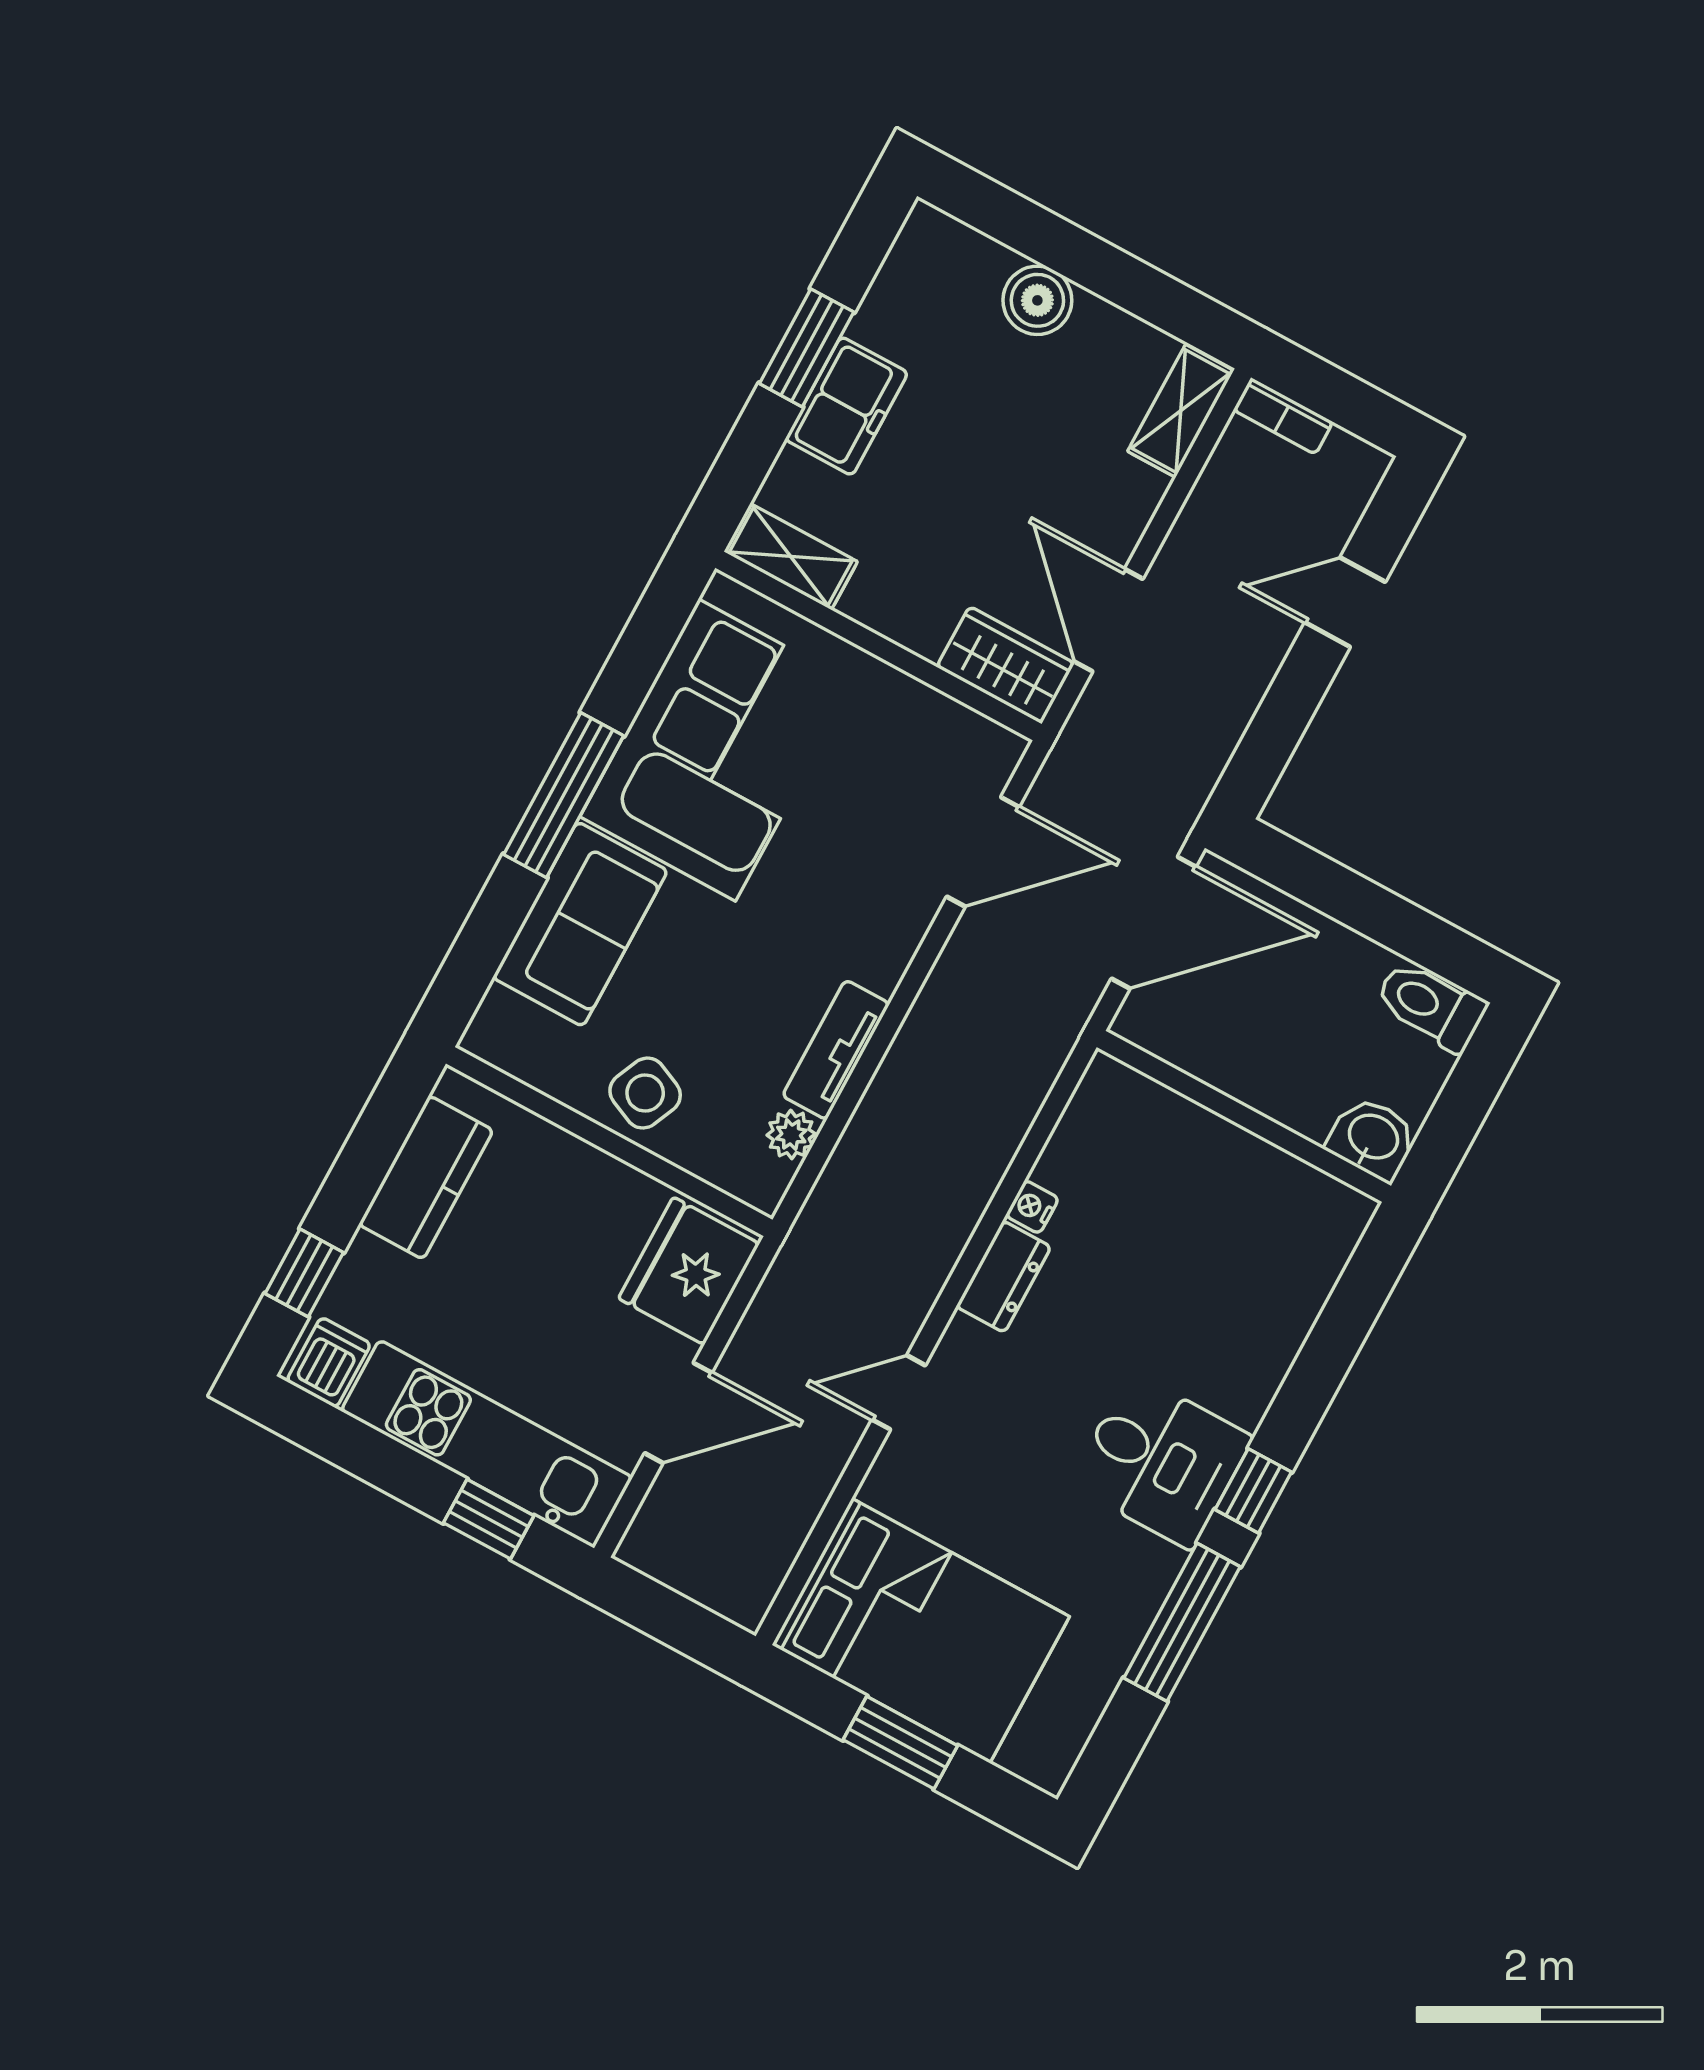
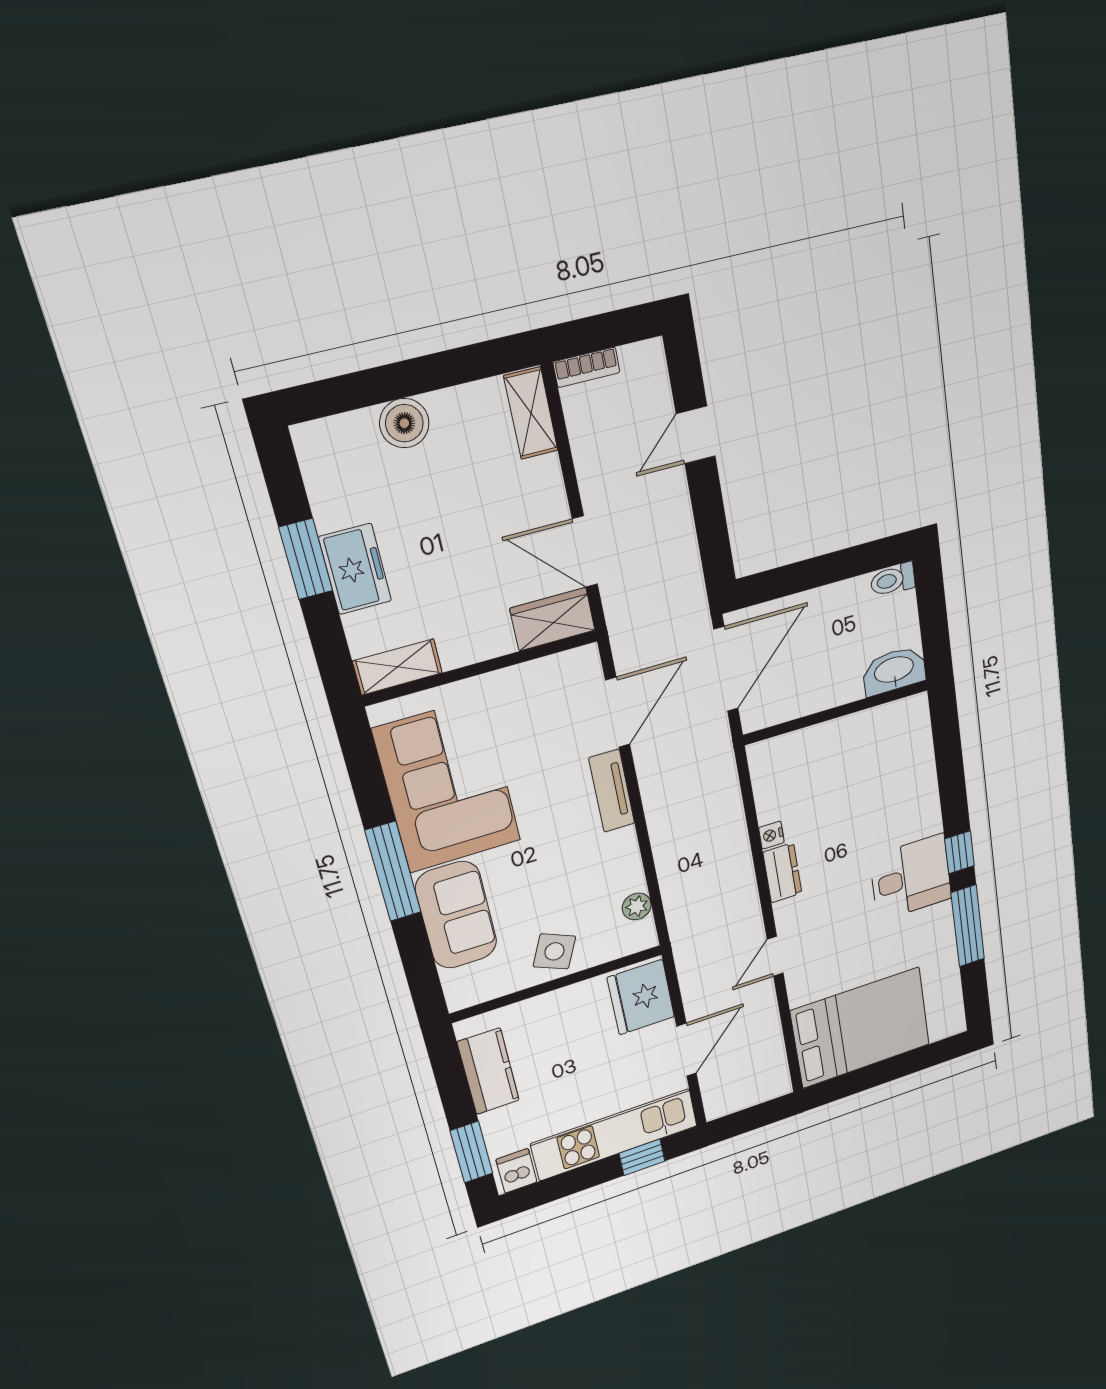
toilet: (1430, 1006) -> (893, 580), width x0.73, depth x0.72
tv unit: (836, 1050) -> (612, 791), moved
washbasin: (1373, 1138) -> (894, 671), width x1.38
window: (304, 1273) -> (471, 1152), width x1.50
window: (900, 1743) -> (886, 1071), removed

